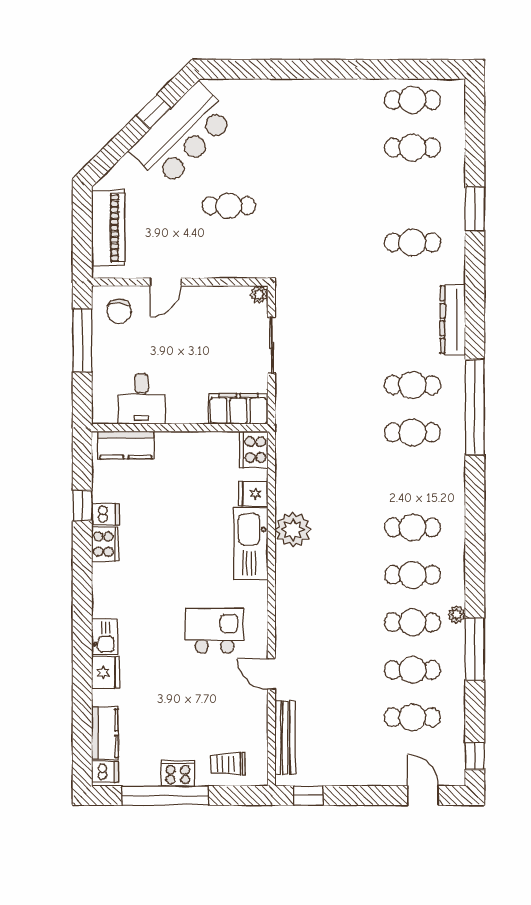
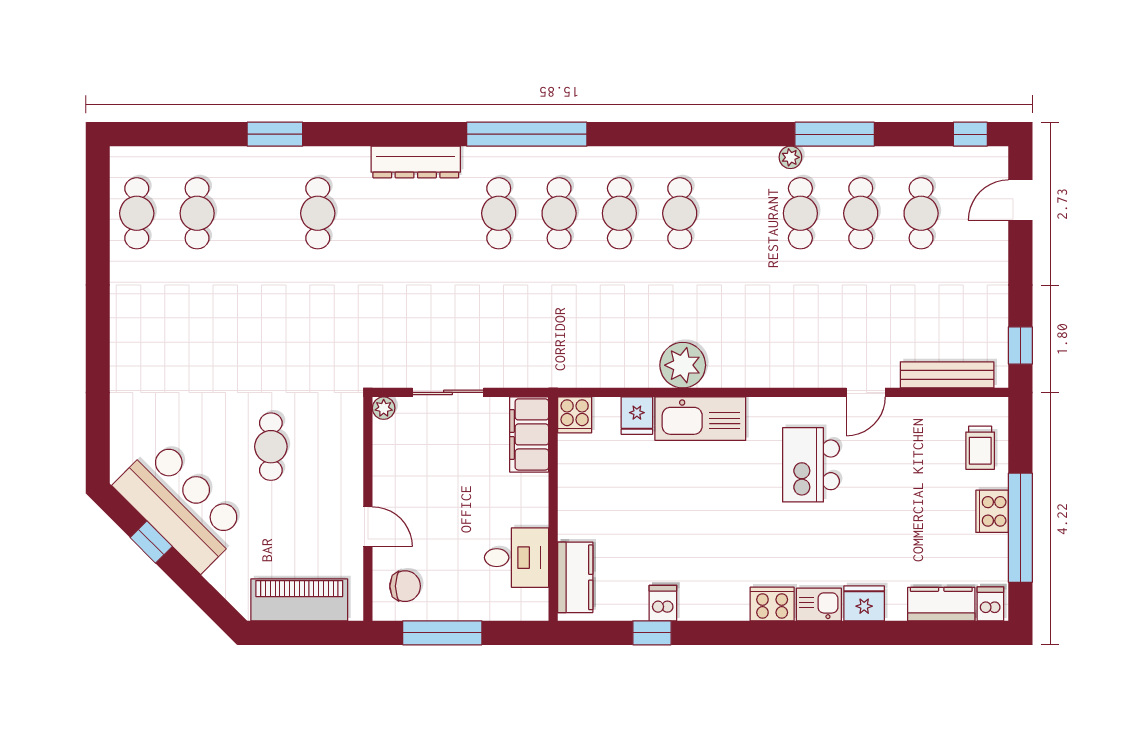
cooker: (254, 450) -> (575, 415), width x0.73
cooker: (105, 544) -> (772, 604), moved
cafe table: (412, 575) -> (619, 213), moved

